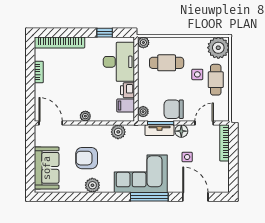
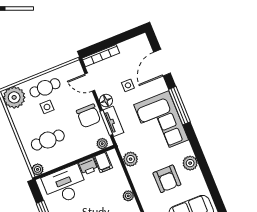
cafe table: (167, 63) -> (48, 140), turned 90

